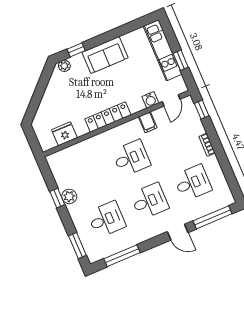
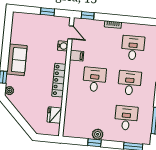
kitchen unit: (163, 50) -> (34, 20), removed

